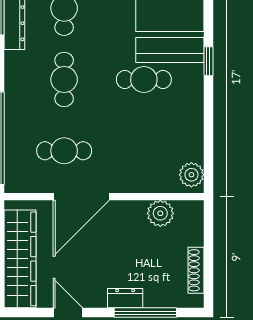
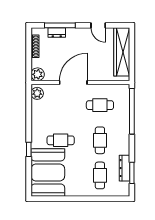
door: (81, 197) -> (73, 83), moved
plant: (160, 213) -> (38, 74), moved
dresser: (125, 298) -> (57, 32), moved

